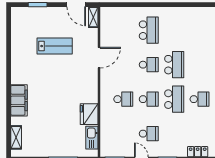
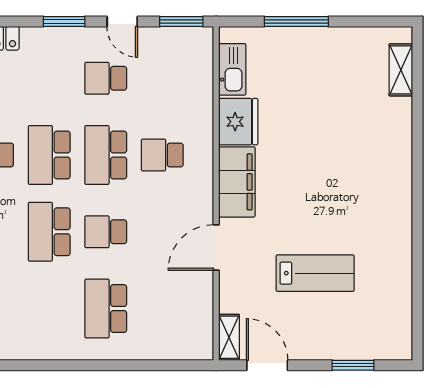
lab bench: (55, 46) -> (315, 273), turned 180
school desk: (149, 99) -> (106, 155), width x1.85
filing cabinet: (19, 100) -> (237, 182), moved, turned 180

